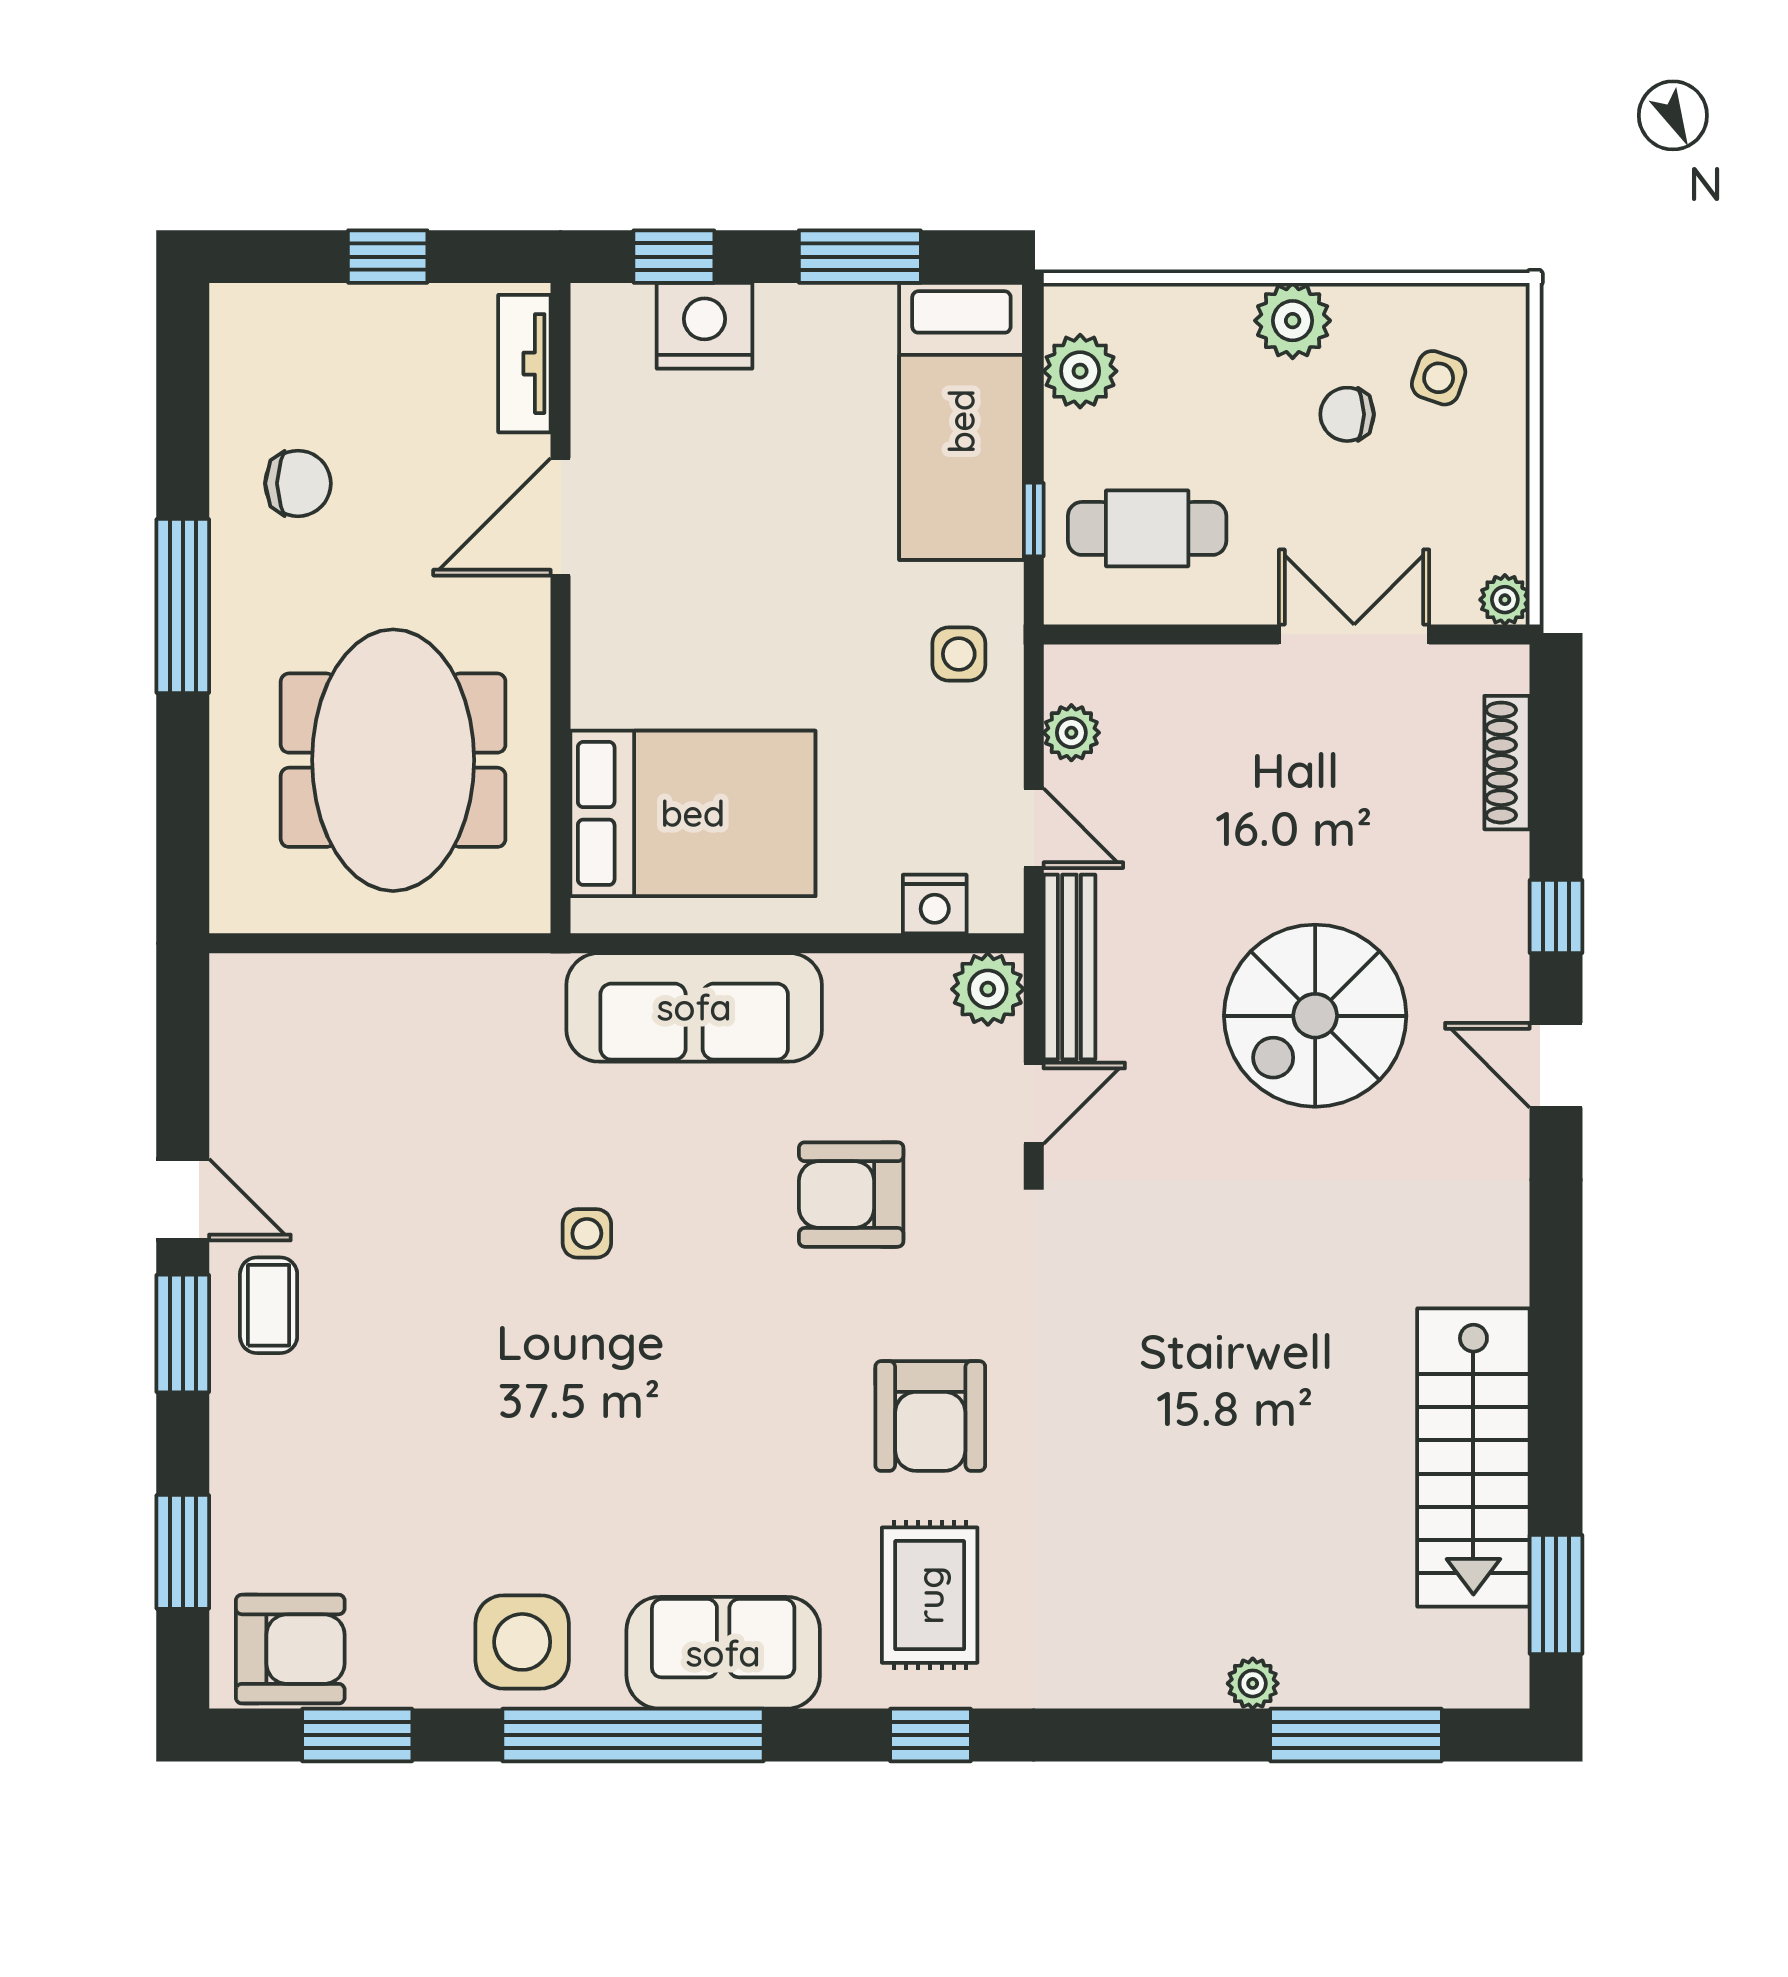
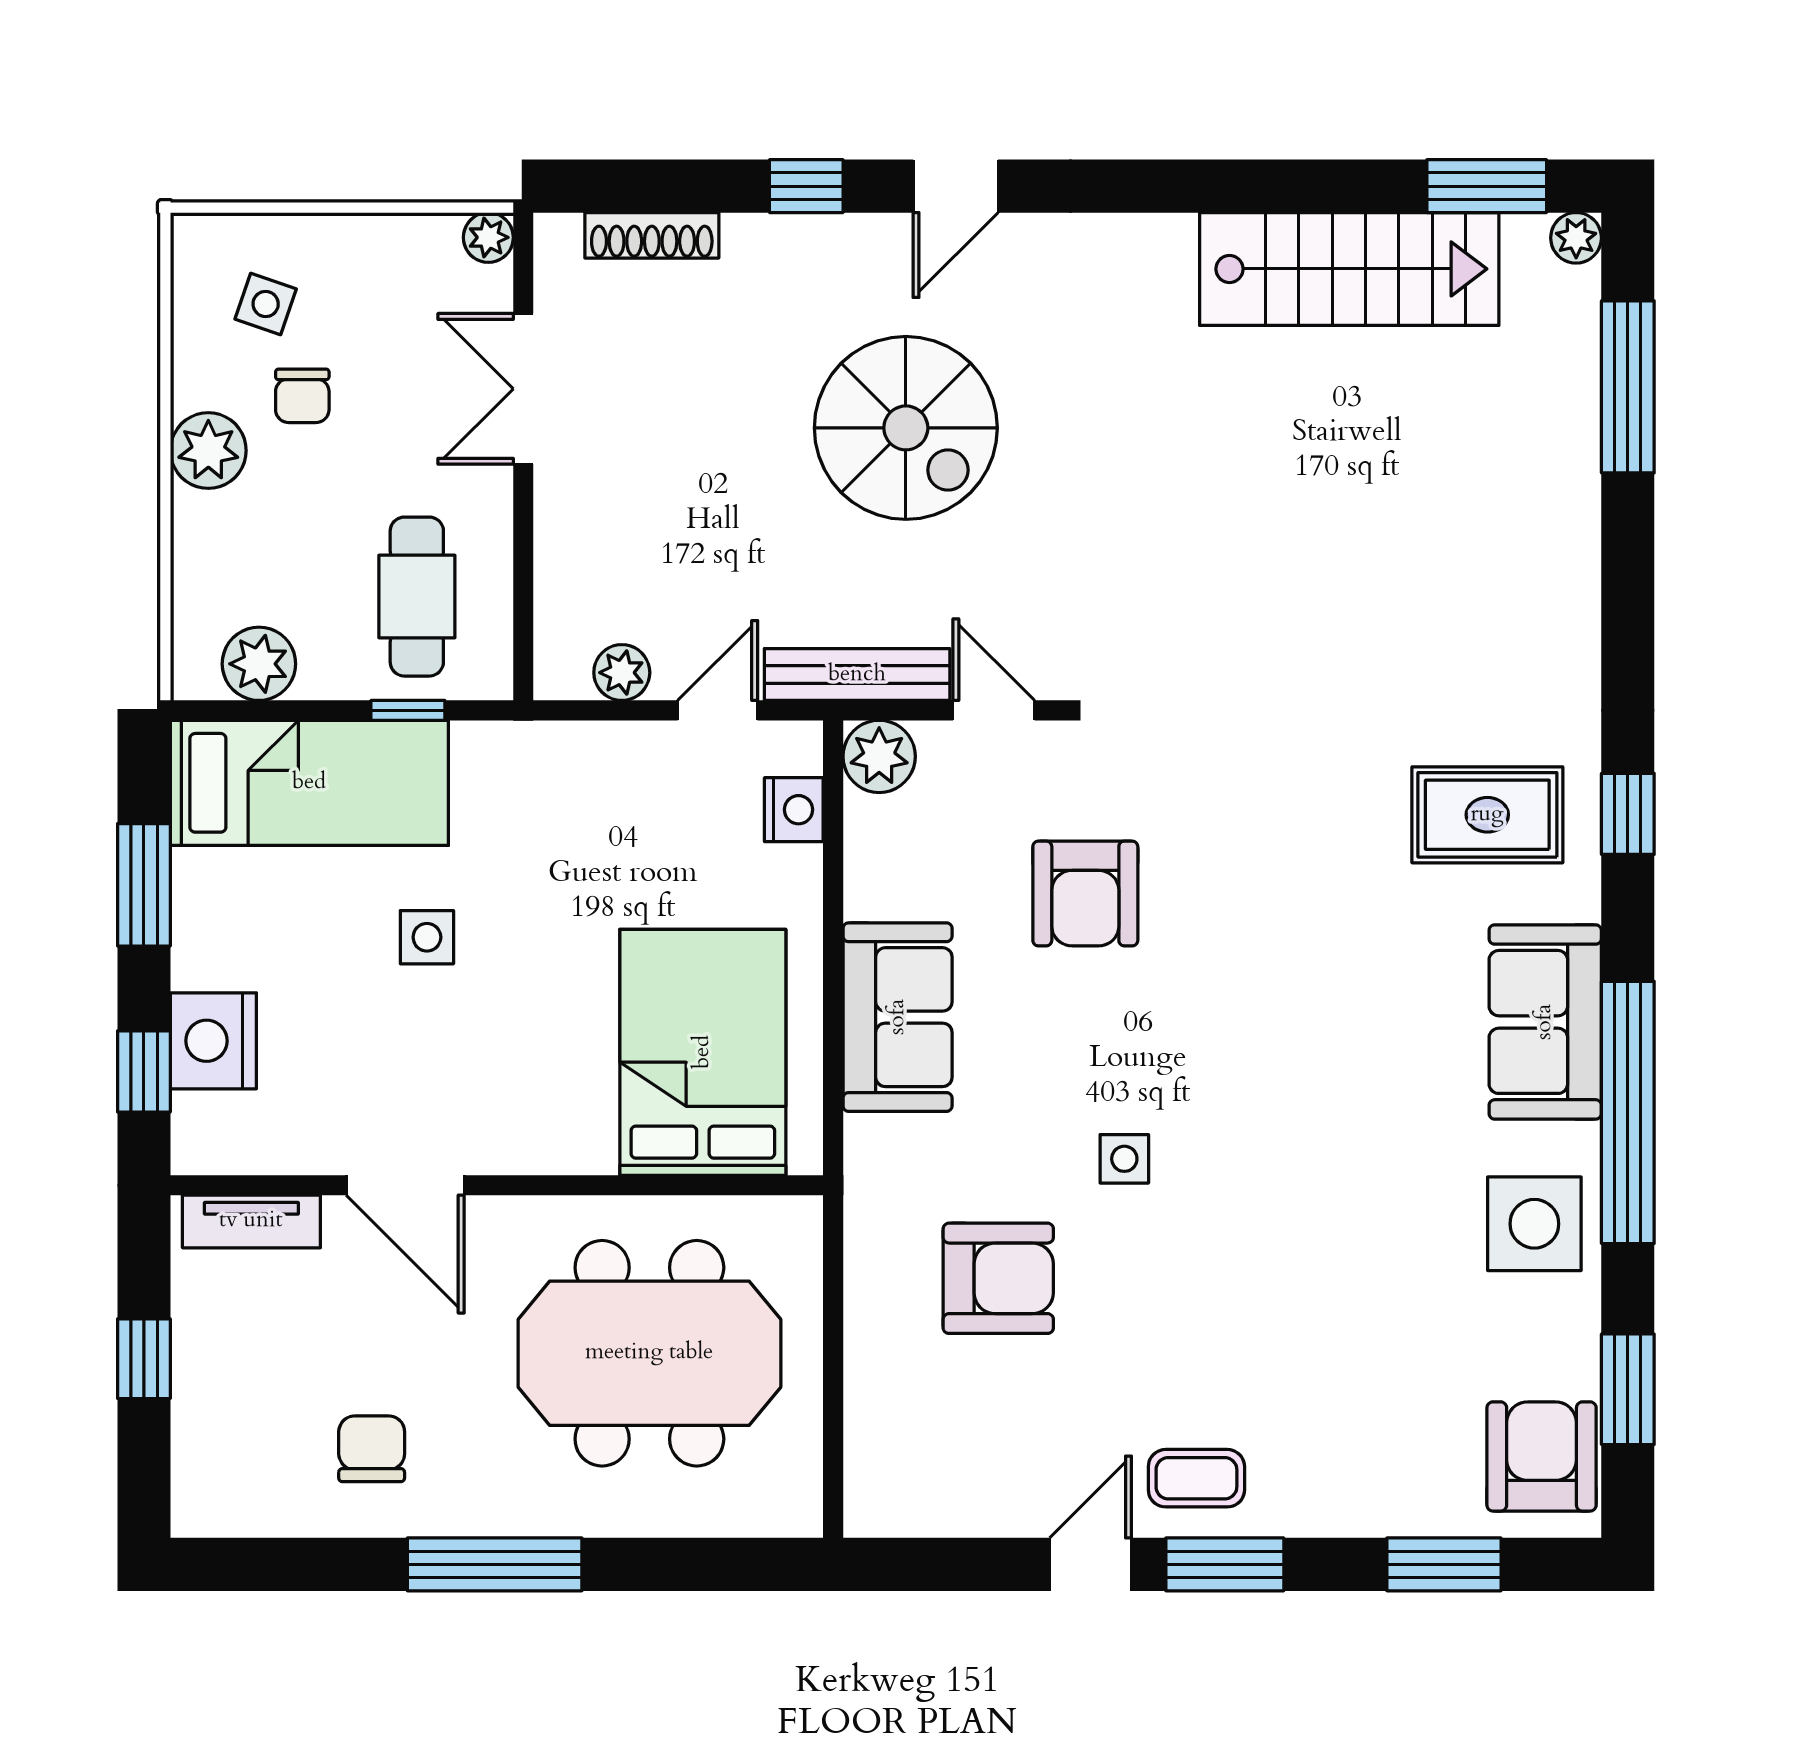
side table: (959, 654) -> (427, 937), moved
sofa: (694, 1007) -> (898, 1017), width x0.73
armchair: (930, 1416) -> (998, 1278), moved
plant: (1253, 1683) -> (1576, 238), moved

